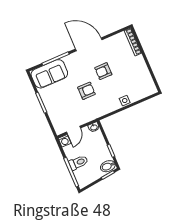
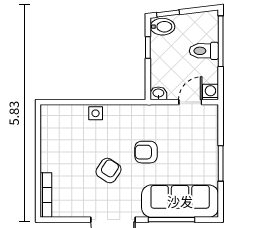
armchair: (103, 71) -> (109, 171), turned -57
sofa: (49, 74) -> (180, 201), width x1.36

